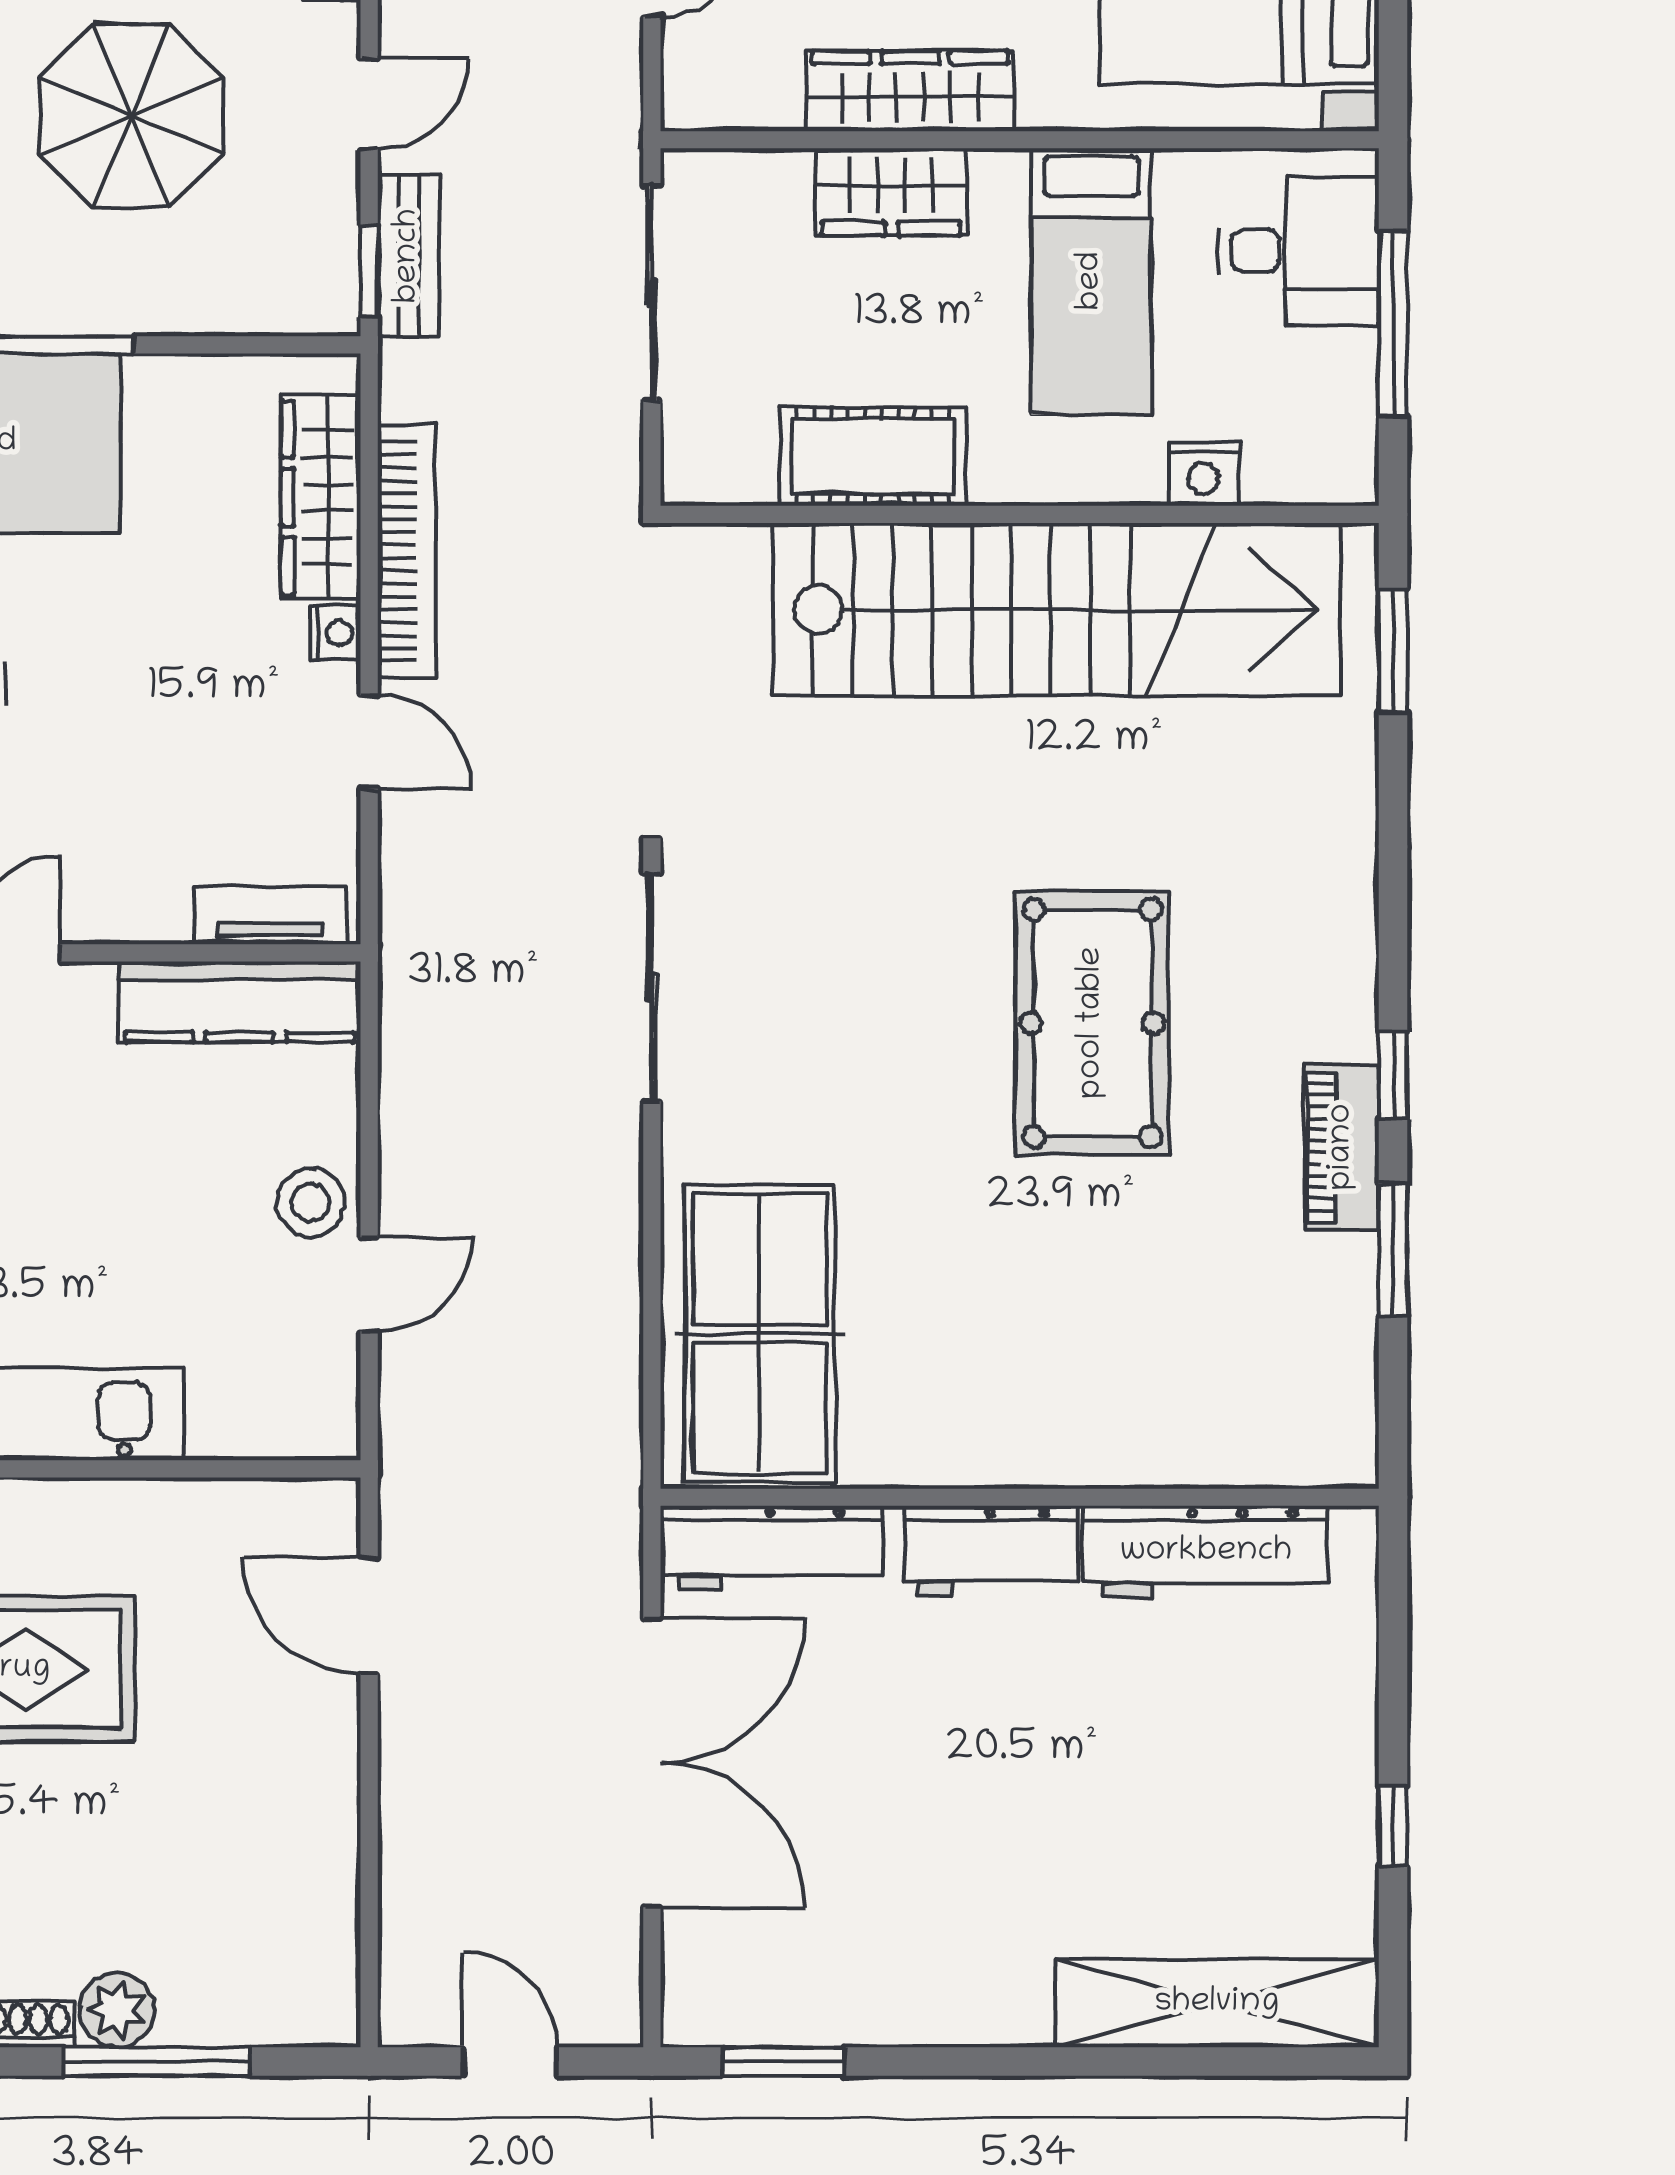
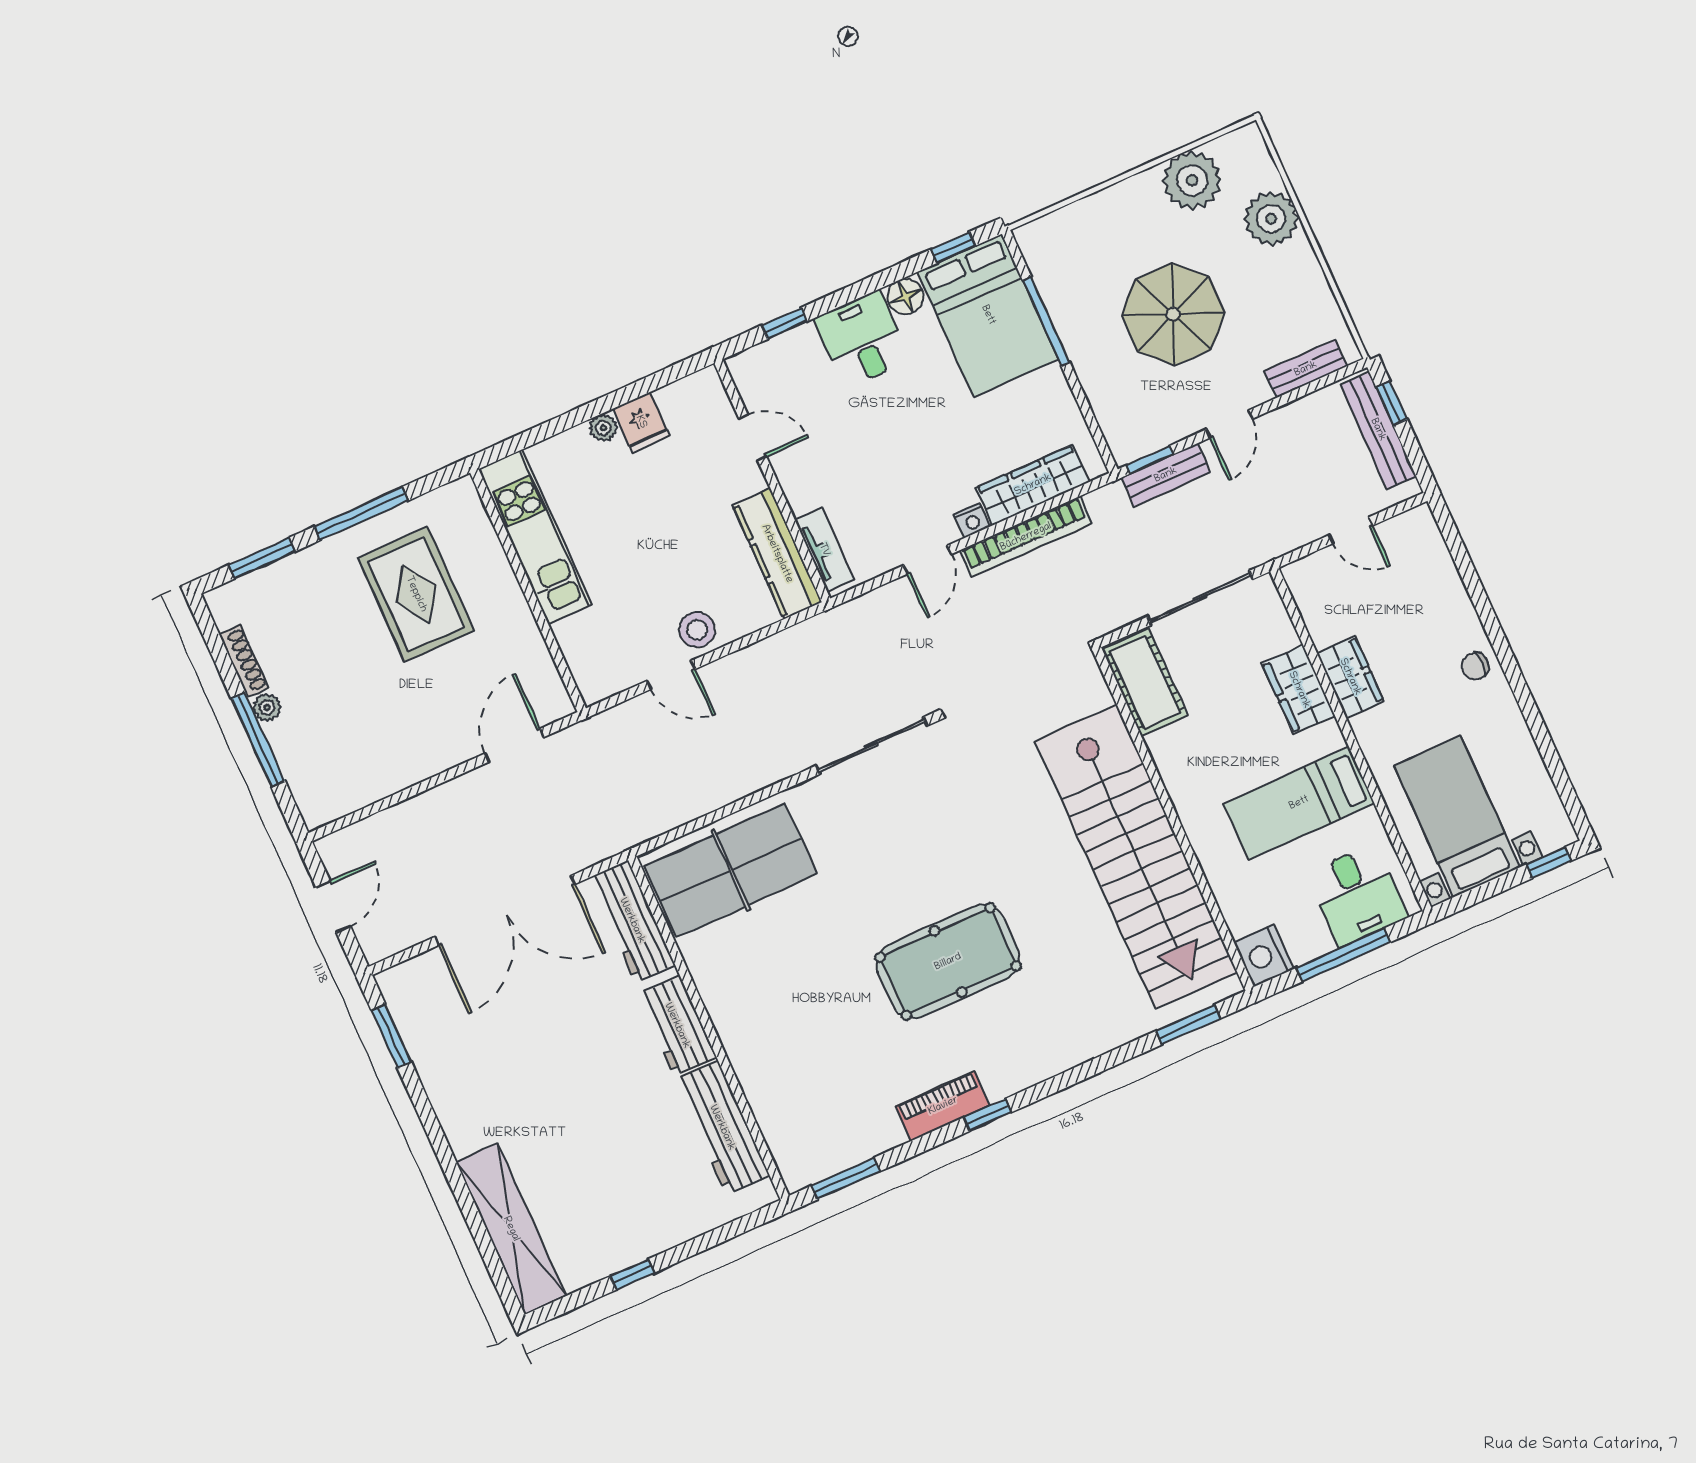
wardrobe: (910, 91) -> (1350, 677), width x0.67
door: (369, 104) -> (1229, 424), hinge flipped
cot: (873, 457) -> (1145, 682), moved
nightstand: (1204, 474) -> (1264, 955), moved, width x1.36, depth x1.33
window: (1393, 1250) -> (846, 1179), moved
plant: (117, 2010) -> (267, 707), width x0.73, depth x0.73

